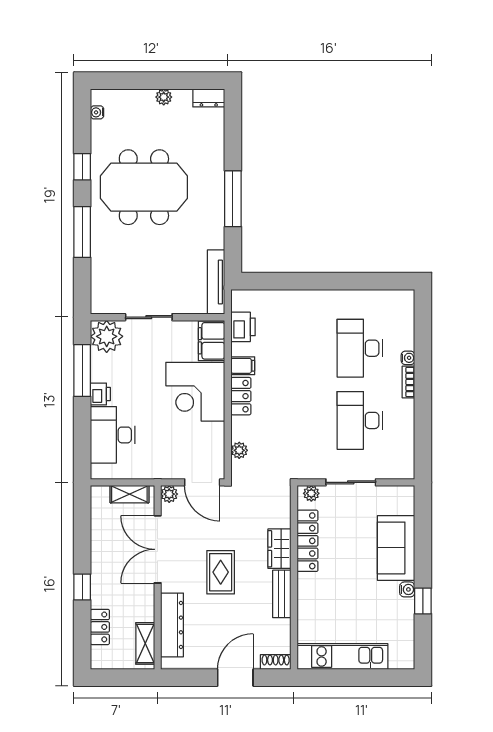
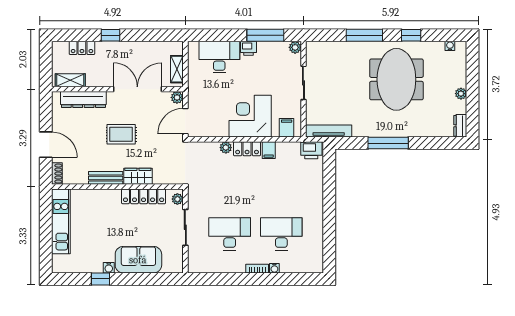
printer: (243, 327) -> (311, 150), moved
plant: (107, 336) -> (295, 47), width x0.53, depth x0.53
filing cabinet: (212, 341) -> (287, 128), width x0.50
plant: (239, 450) -> (226, 148), moved

